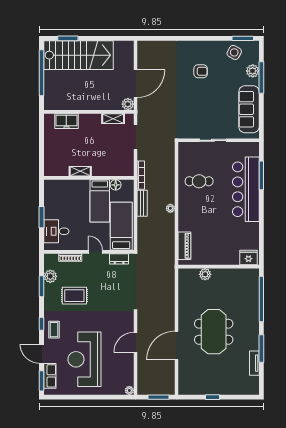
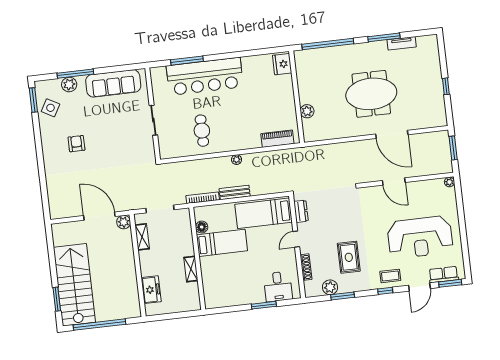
shelving: (80, 171) -> (191, 269), moved
wall: (89, 178) -> (197, 258), moved
floor lamp: (116, 185) -> (202, 227), moved
bed: (100, 201) -> (222, 243), moved

